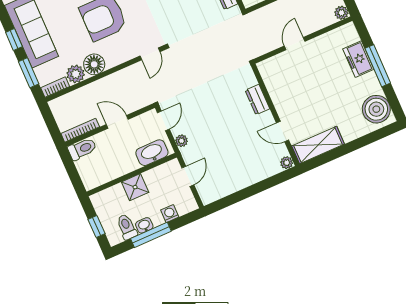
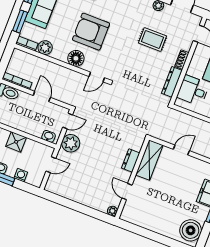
floor lamp: (94, 64) -> (76, 58), moved
plant: (182, 141) -> (71, 143), width x1.88, depth x1.88
shelving: (318, 145) -> (149, 160), moved, turned 90
washbasin: (152, 153) -> (49, 136), width x0.52, depth x0.69

